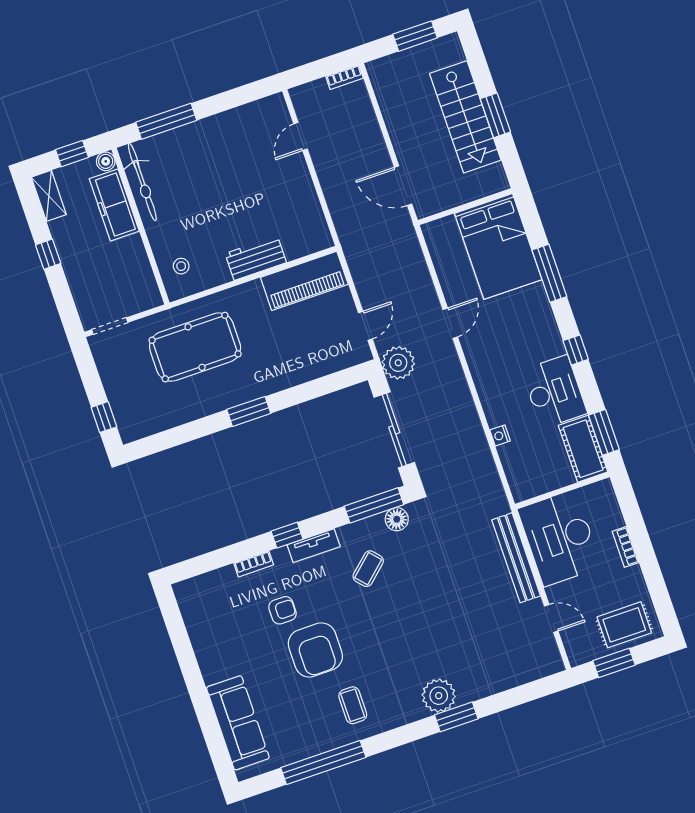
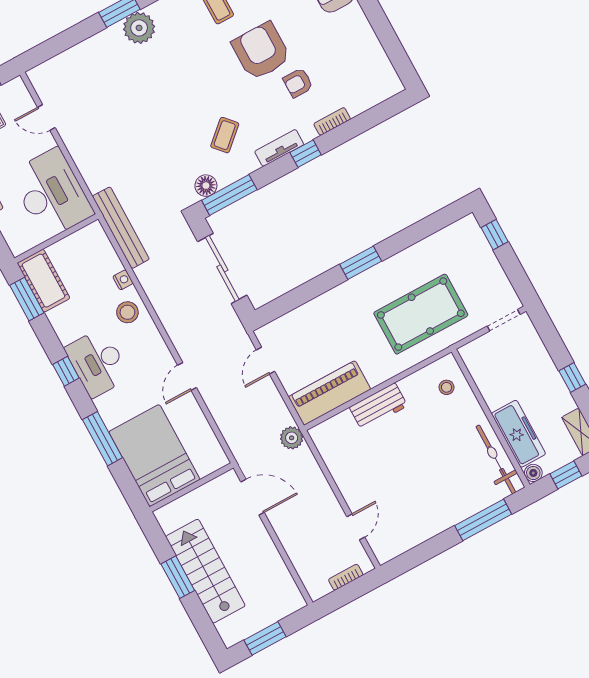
bookcase: (345, 77) -> (346, 577), moved
plant: (398, 363) -> (292, 438), moved, width x0.73, depth x0.73
desk: (554, 392) -> (97, 363), moved
stool: (501, 401) -> (127, 312), added
bench: (516, 558) -> (121, 228), moved

